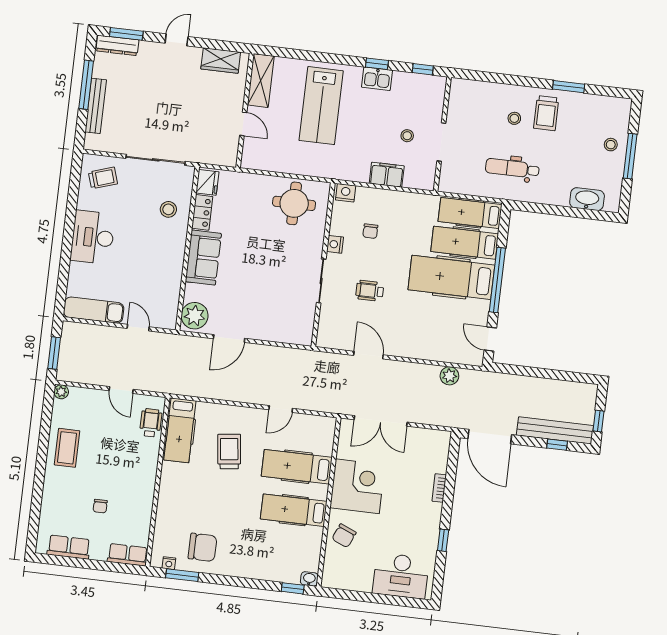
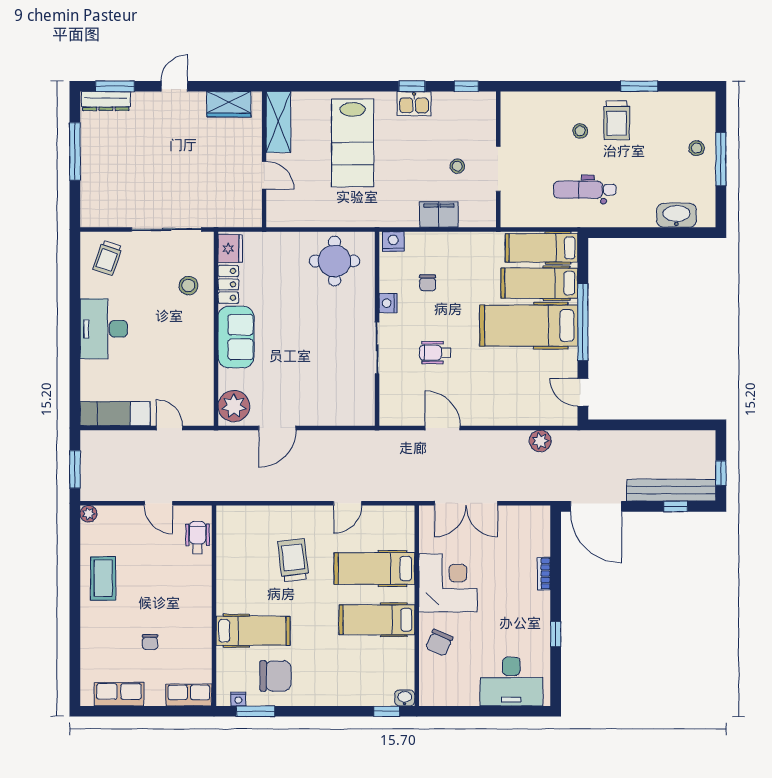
bench: (96, 106) -> (89, 175), removed
trolley: (103, 178) -> (108, 258), turned 127
hospital bed: (180, 430) -> (253, 631), moved, turned -90

